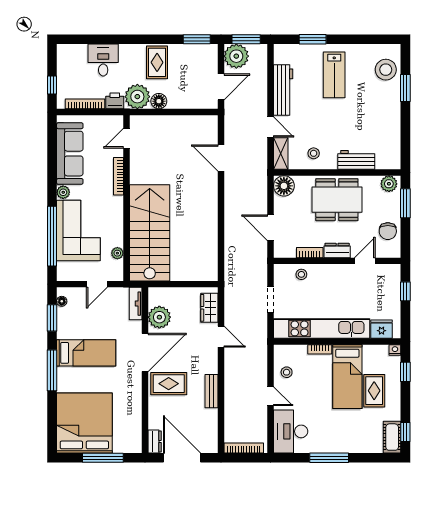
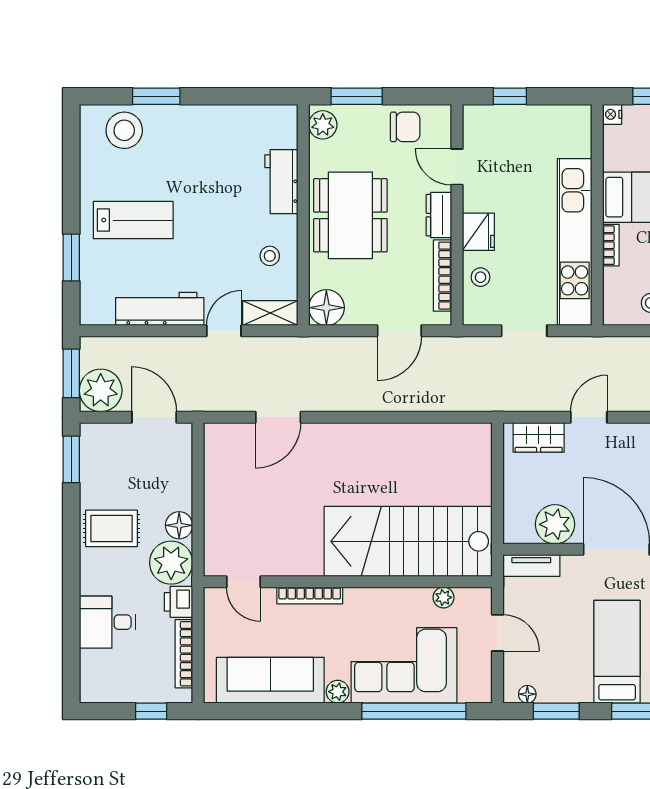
bookcase: (310, 253) -> (442, 276), width x1.56
fridge: (382, 329) -> (478, 232), moved, turned 180

